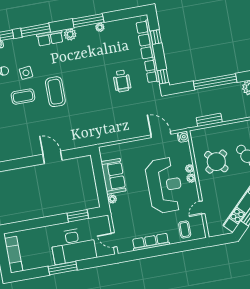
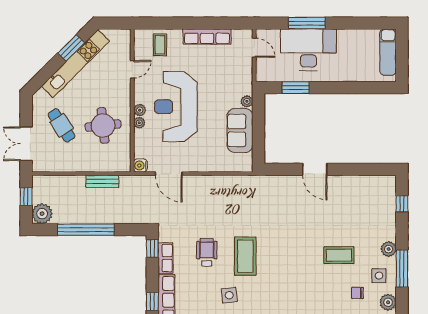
side table: (26, 73) -> (229, 295), moved
coffee table: (55, 92) -> (245, 256), moved
round table: (216, 162) -> (103, 126), turned 34
window: (63, 268) -> (307, 23), moved

